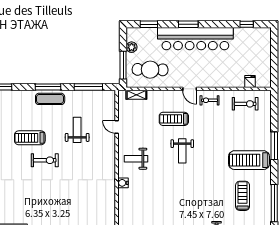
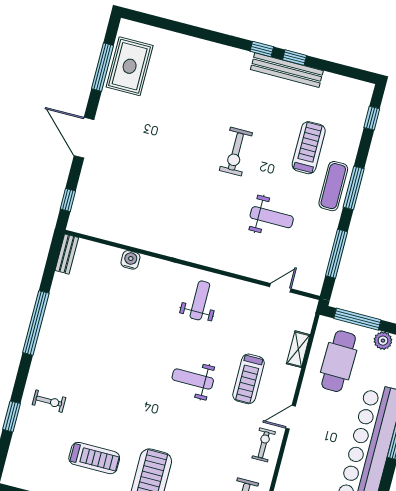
shelving: (136, 95) -> (298, 349), moved
treadmill: (174, 119) -> (248, 379), turned 180
door: (117, 127) -> (280, 288), moved
treadmill: (30, 138) -> (309, 148), moved
water cooler: (123, 183) -> (130, 260), moved

